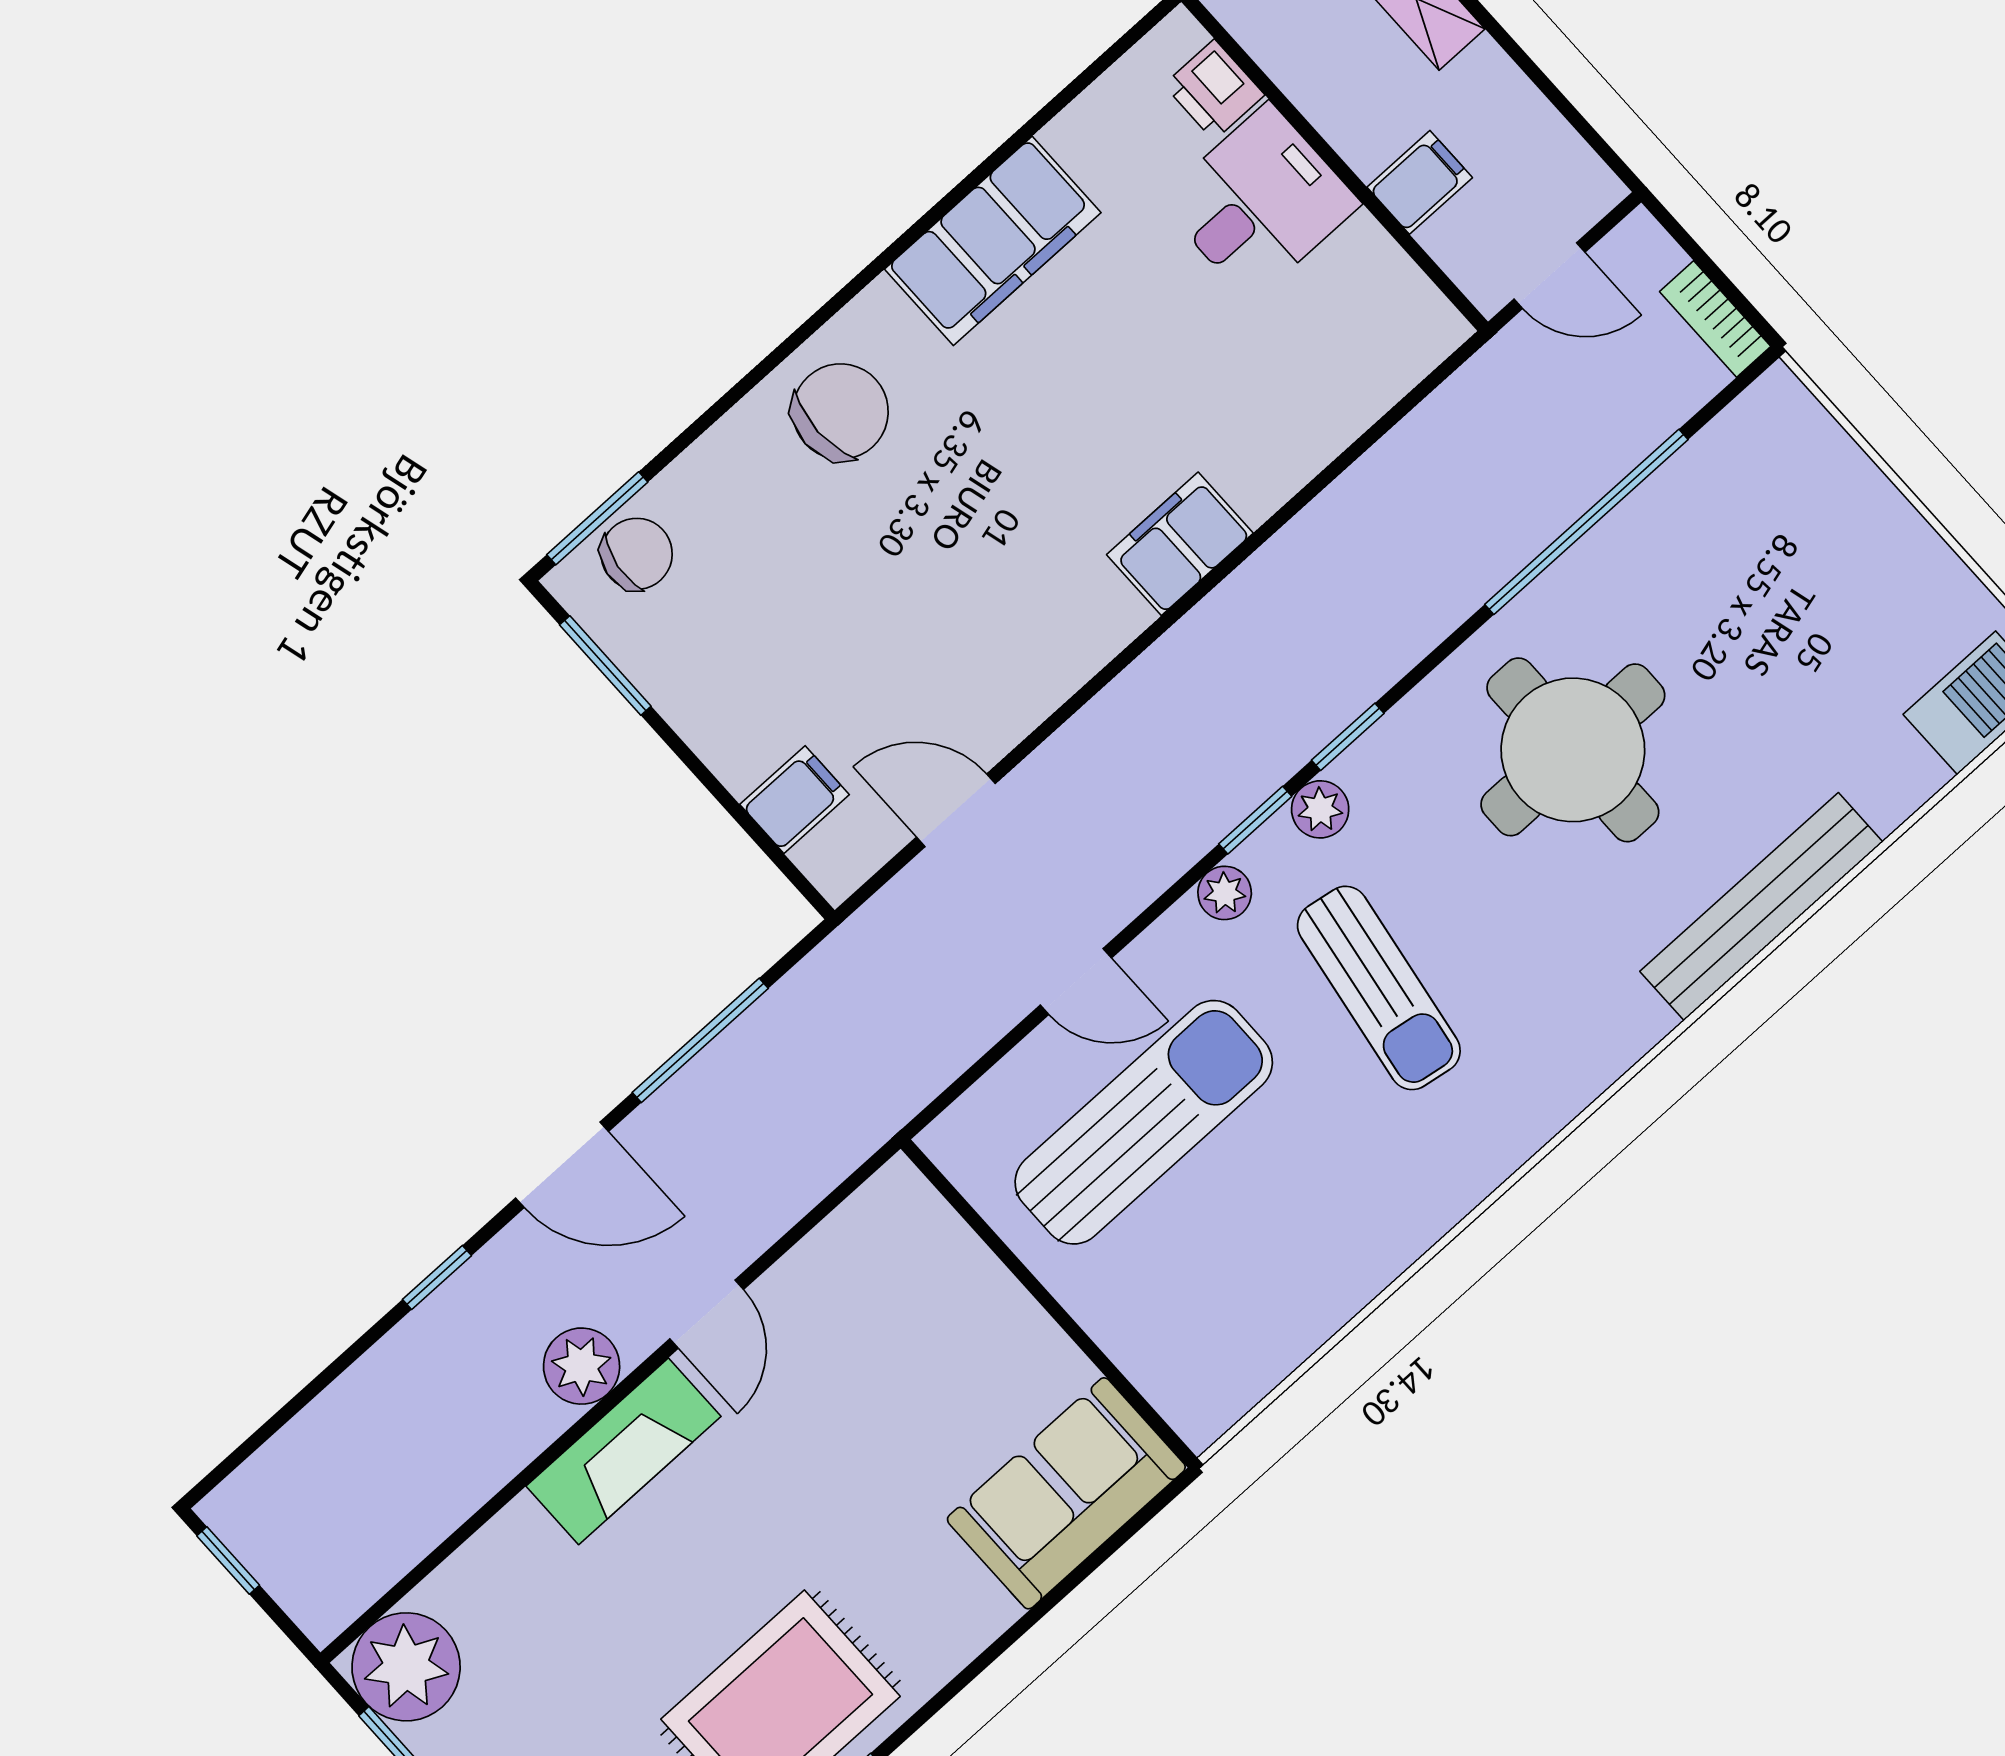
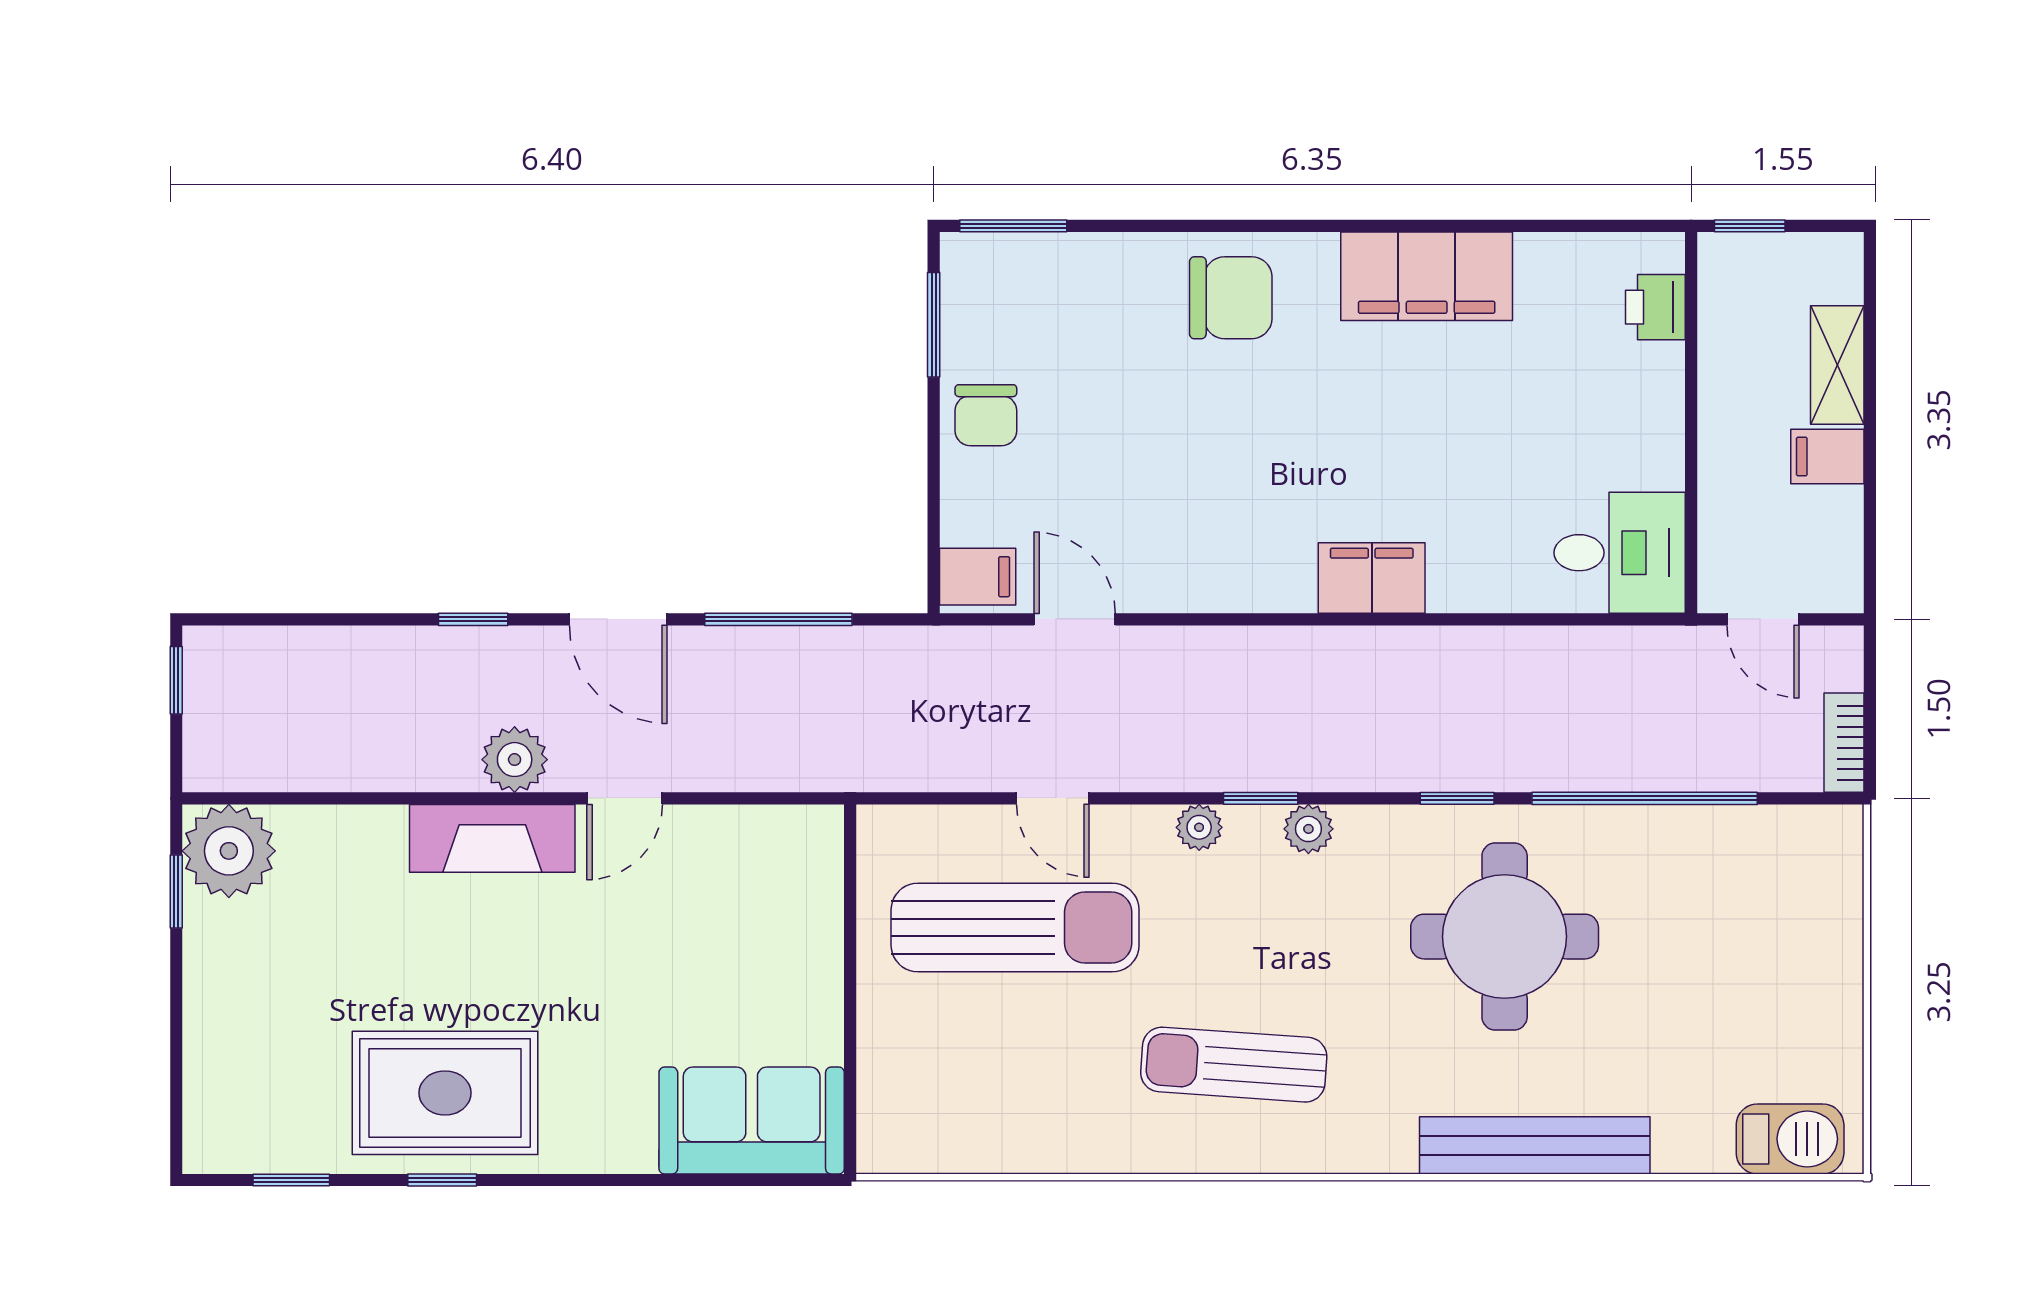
filing cabinet: (1420, 182) -> (1827, 456), moved, turned 180
desk: (1260, 202) -> (1620, 553), moved
chair: (637, 554) -> (986, 415), moved, turned 82
window: (1348, 737) -> (1457, 798), moved
filing cabinet: (795, 800) -> (978, 577), moved
sun lounger: (1379, 988) -> (1234, 1065), moved, turned 85

